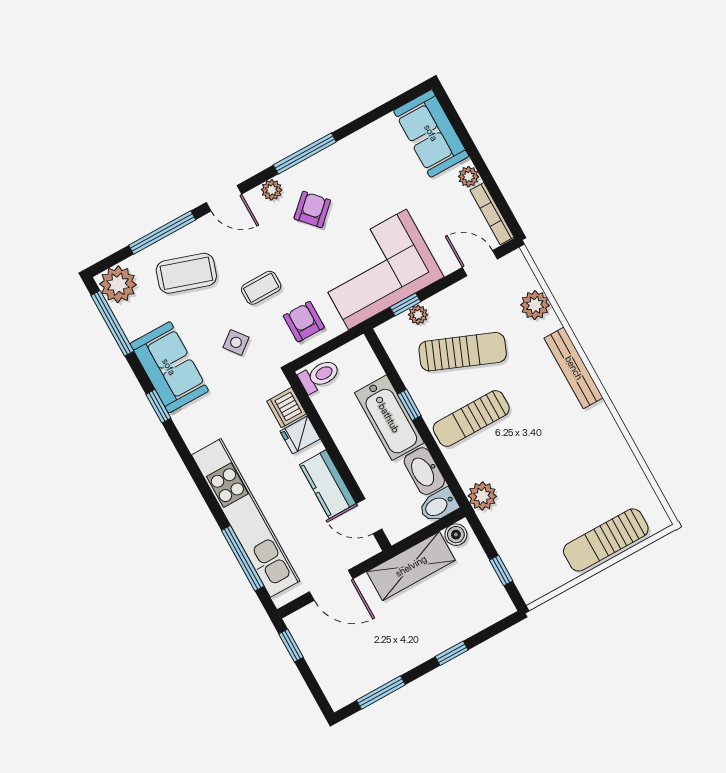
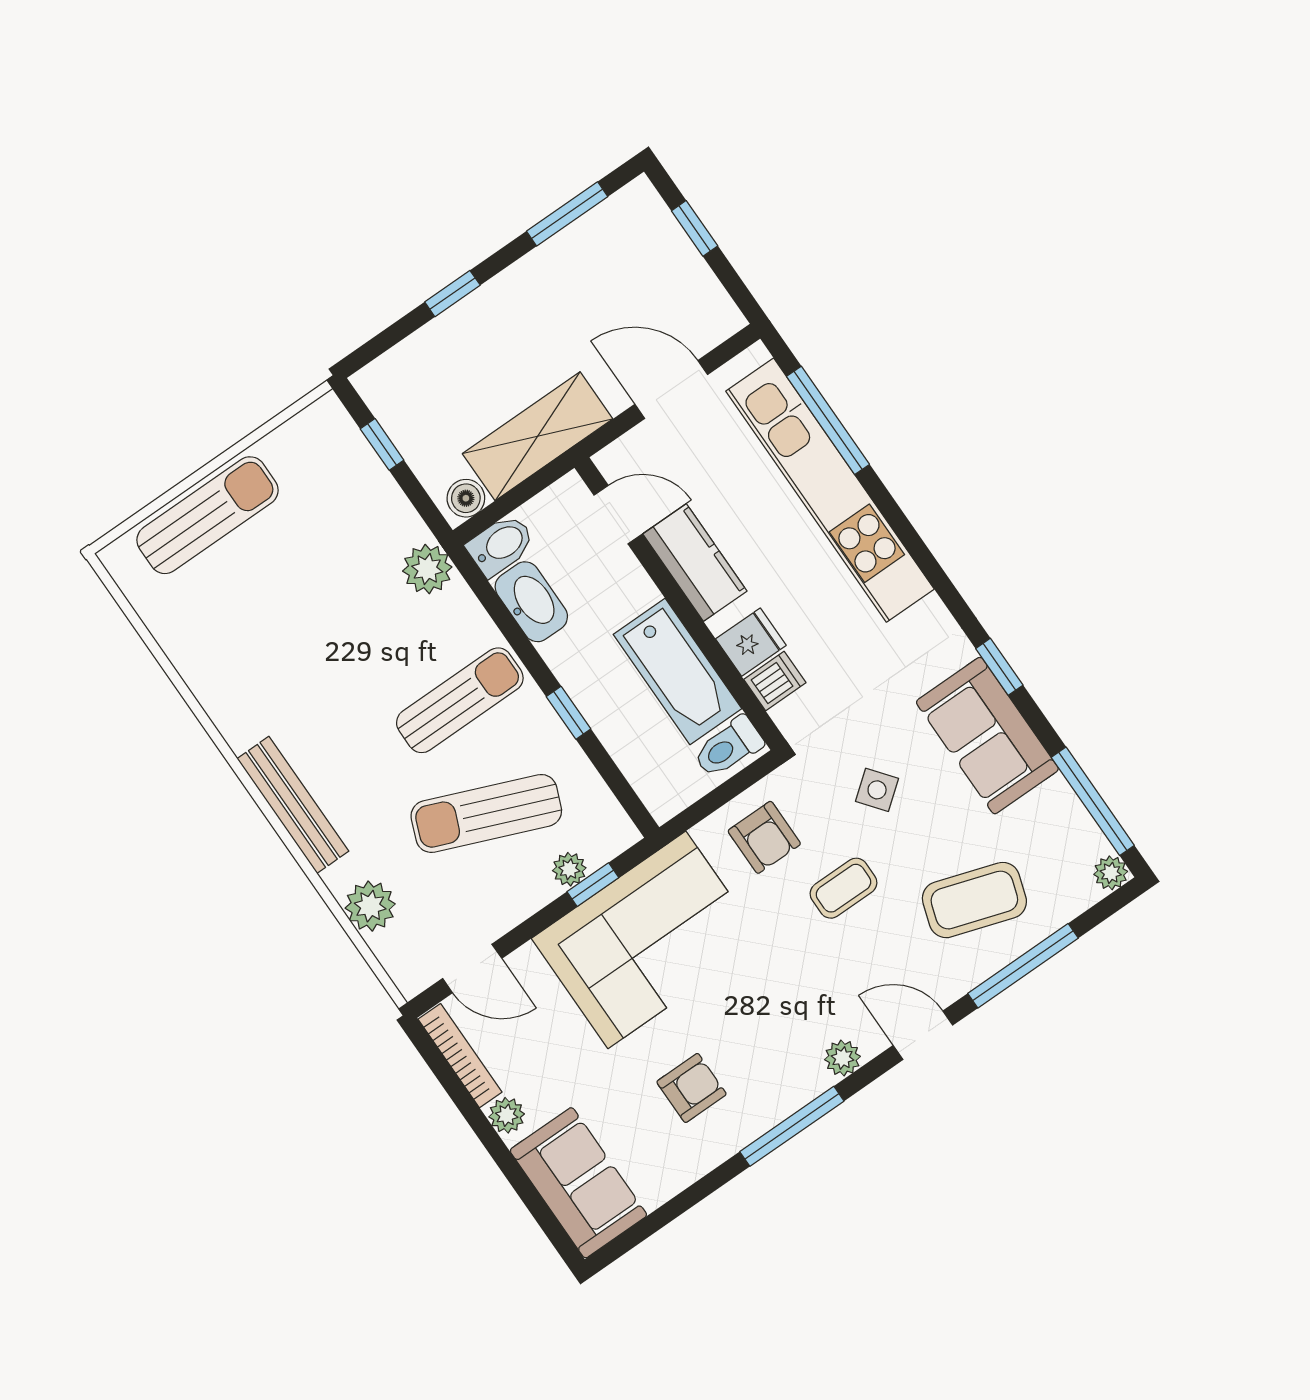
armchair: (312, 209) -> (691, 1088), moved, turned -137
plant: (118, 284) -> (1111, 873), width x0.53, depth x0.53
dishwasher: (287, 407) -> (775, 681), width x0.73
bathtub: (389, 418) -> (678, 671), moved, turned 180
window: (291, 646) -> (695, 228), moved

